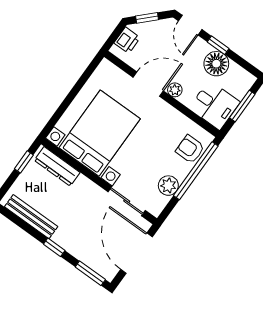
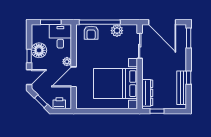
door: (148, 84) -> (74, 77), hinge flipped
window: (54, 247) -> (189, 78), moved
door: (136, 253) -> (162, 22), hinge flipped

